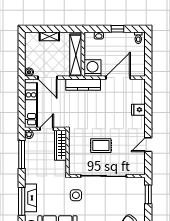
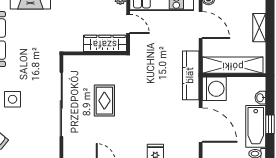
bathtub: (119, 39) -> (256, 126), added
door: (48, 78) -> (201, 25), swing flipped
side table: (76, 195) -> (13, 99), moved

